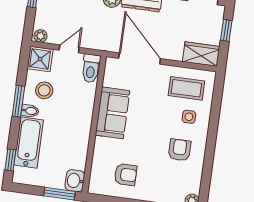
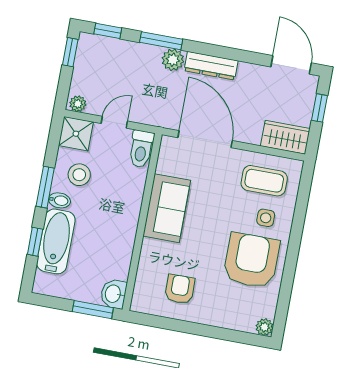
armchair: (180, 150) -> (251, 260), width x1.88, depth x1.88
window: (10, 160) -> (35, 242), moved
armchair: (126, 175) -> (180, 289), turned -91

